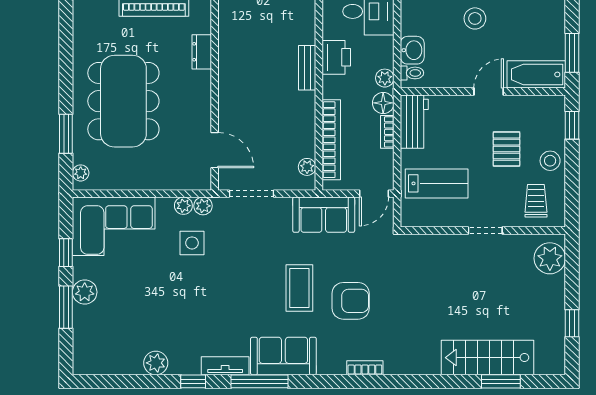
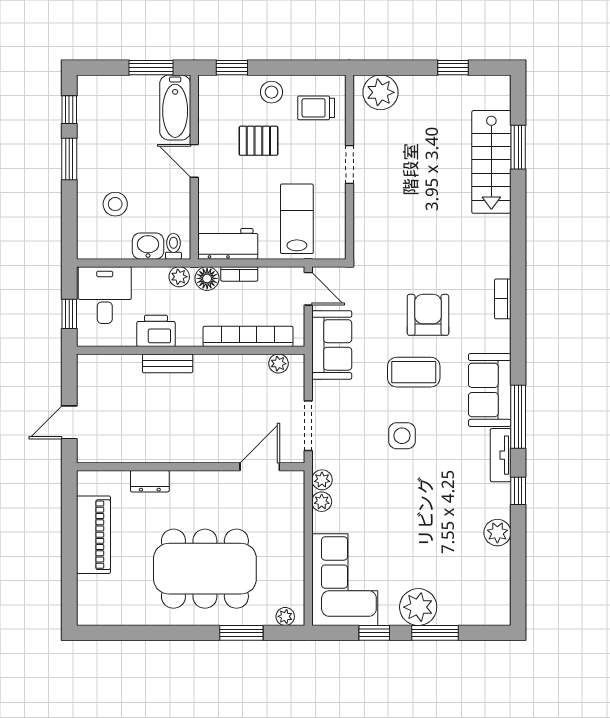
stool: (475, 18) -> (115, 204), moved
side table: (192, 243) -> (402, 436), moved
plant: (85, 292) -> (418, 607), width x1.36, depth x1.36

